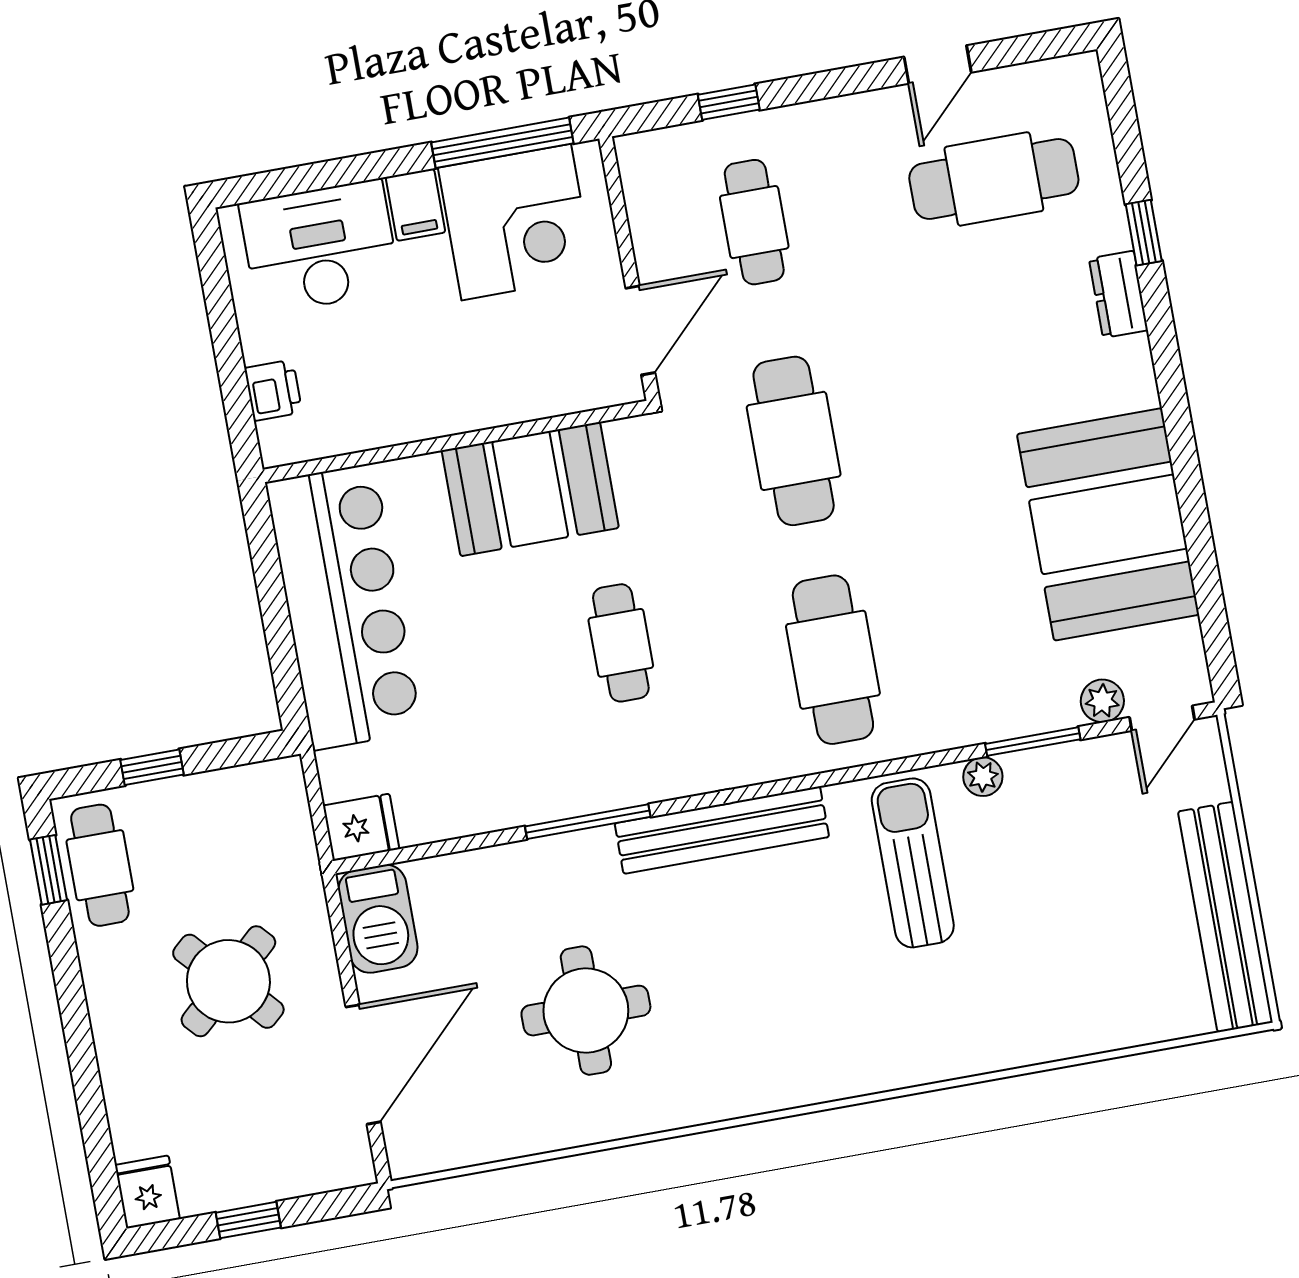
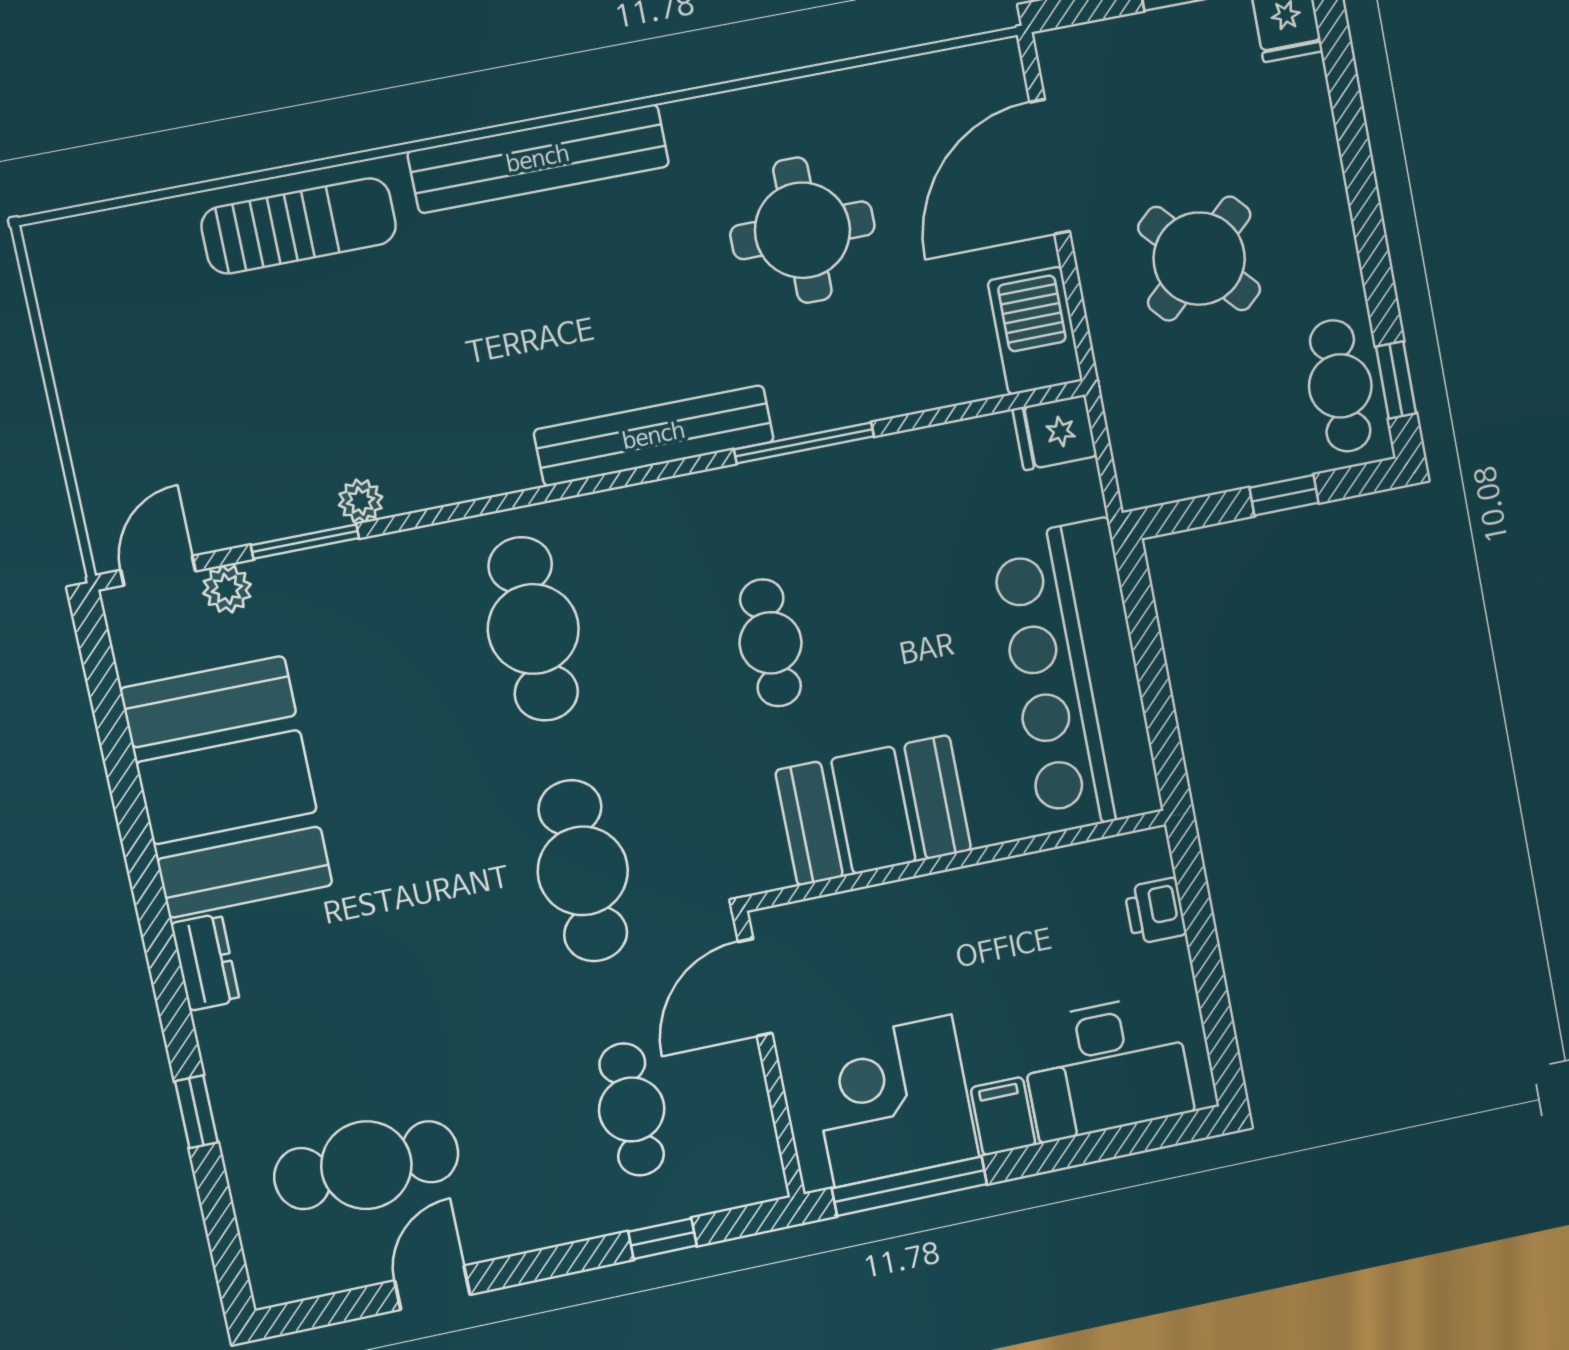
dresser: (1118, 294) -> (205, 962), moved
sun lounger: (913, 863) -> (299, 226), moved, turned -90
bench: (1225, 917) -> (538, 159), moved, turned 90

